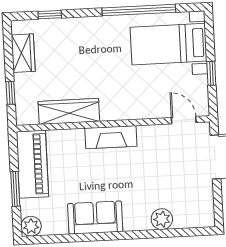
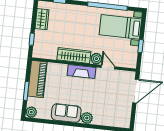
plant: (134, 109) -> (96, 59), added
wardrobe: (69, 111) -> (74, 55), moved
door: (184, 120) -> (108, 67), moved
plant: (162, 219) -> (87, 118), moved

